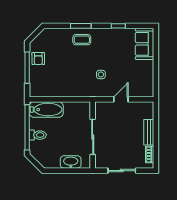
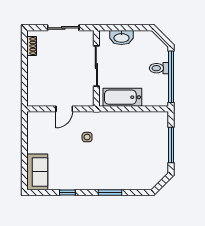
coffee table: (82, 40) -> (109, 177), removed
armchair: (38, 59) -> (158, 155), removed
bathtub: (46, 110) -> (122, 97), moved
bench: (149, 132) -> (33, 71), removed

